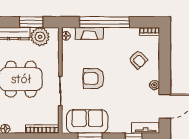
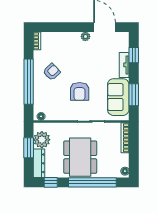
fireplace: (89, 33) -> (39, 95), removed
armchair: (138, 60) -> (52, 72), moved
tv unit: (146, 128) -> (124, 65), moved

